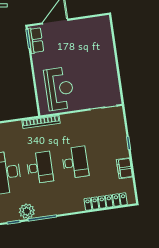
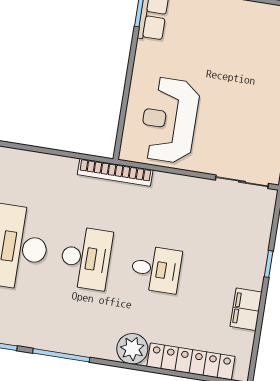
reception desk: (59, 89) -> (169, 120), turned 180
desk: (75, 162) -> (156, 269), width x0.73
plant: (27, 211) -> (132, 349), moved

